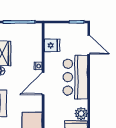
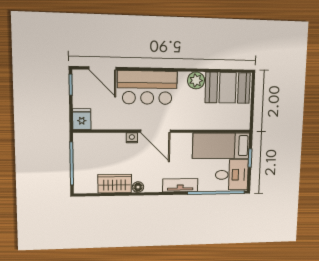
fridge: (52, 45) -> (82, 119), moved
door: (89, 45) -> (102, 68), swing flipped

